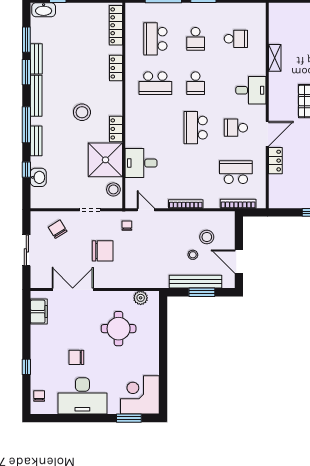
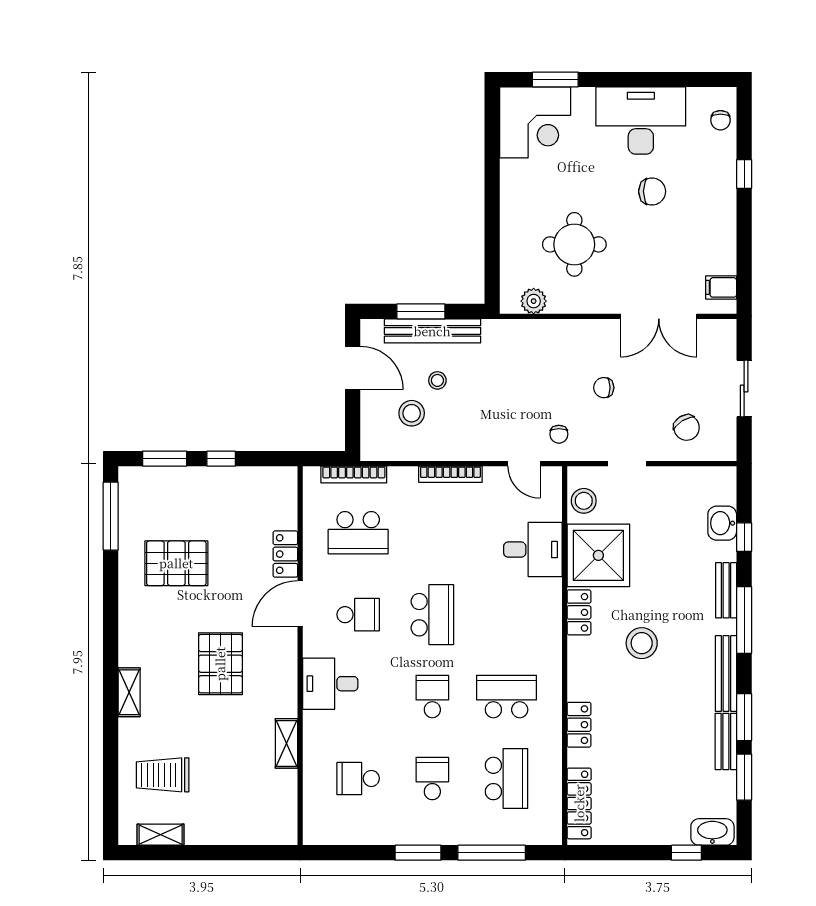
chair: (103, 251) -> (604, 388), width x0.54, depth x0.54
filing cabinet: (39, 312) -> (721, 287), width x0.50

